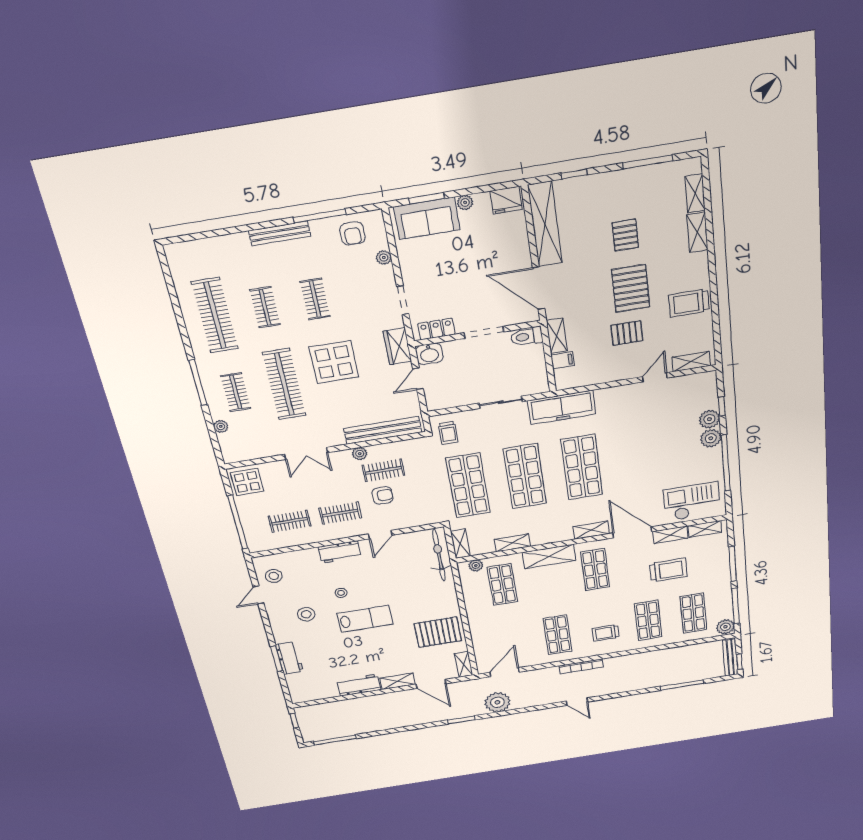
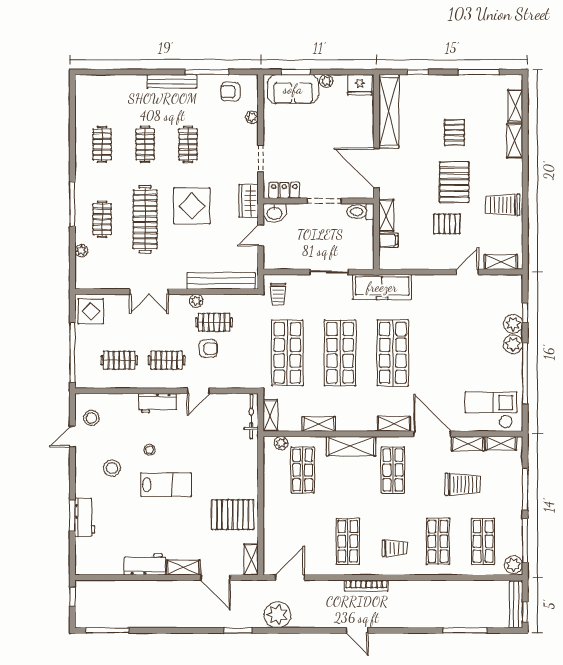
armchair: (352, 233) -> (230, 92), turned 90
clothes rail: (215, 315) -> (102, 144), width x0.54, depth x0.76
bicycle: (439, 555) -> (251, 416), width x0.73, depth x0.71
trolley: (606, 633) -> (395, 548), turned 180

